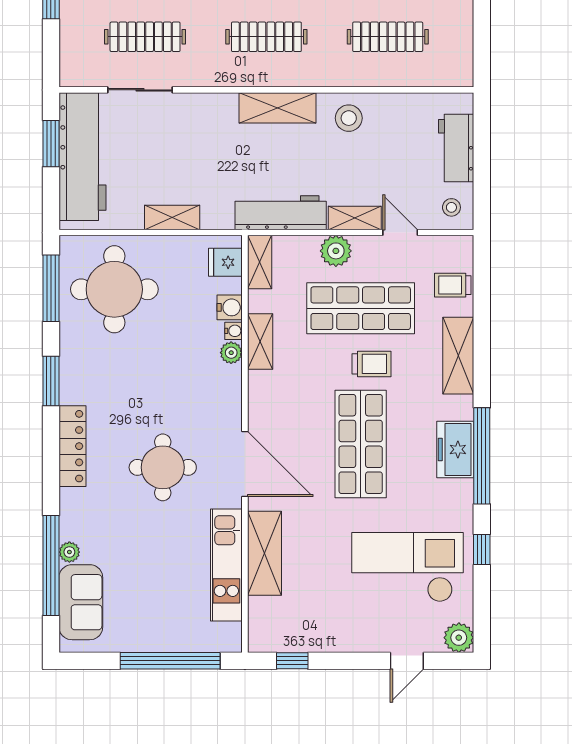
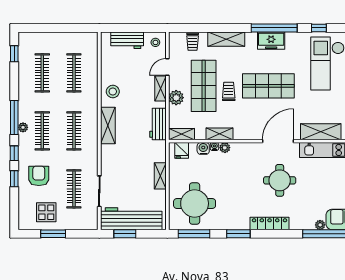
workbench: (281, 213) -> (158, 124), width x0.73
trolley: (372, 364) -> (229, 91), moved

